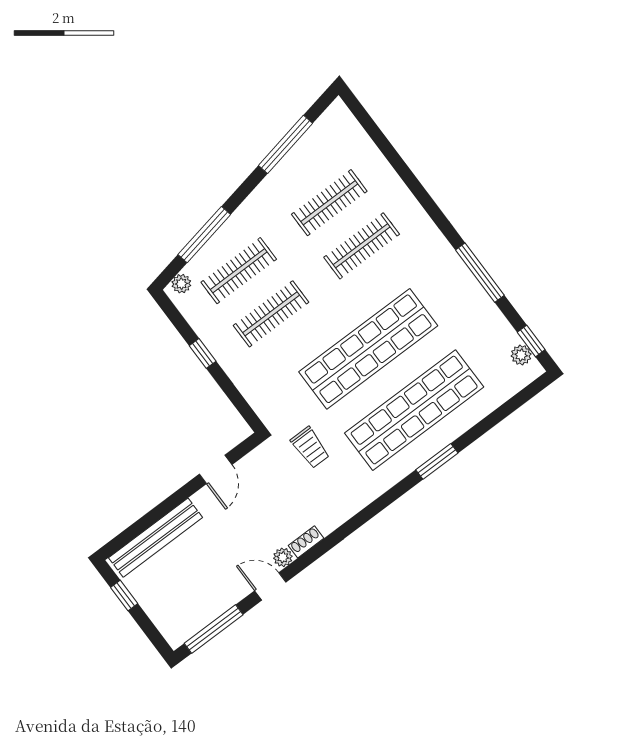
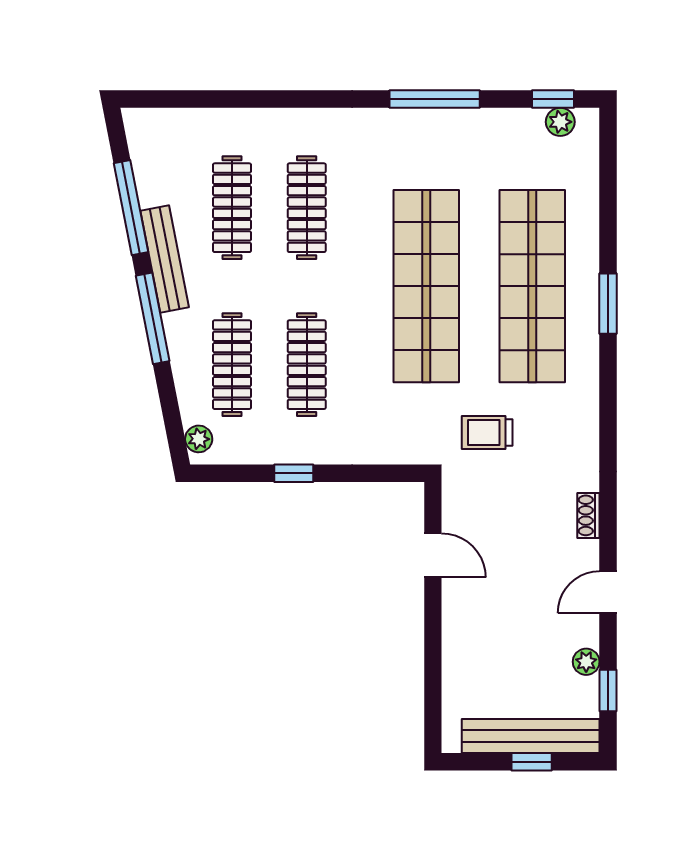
bench: (270, 186) -> (165, 259), added
window: (204, 235) -> (153, 318), moved
trolley: (310, 447) -> (487, 433), turned 180
bench: (156, 538) -> (531, 736), moved, turned 90
plant: (283, 557) -> (586, 662), moved
window: (124, 596) -> (532, 762), moved
window: (214, 629) -> (608, 690), width x0.46

